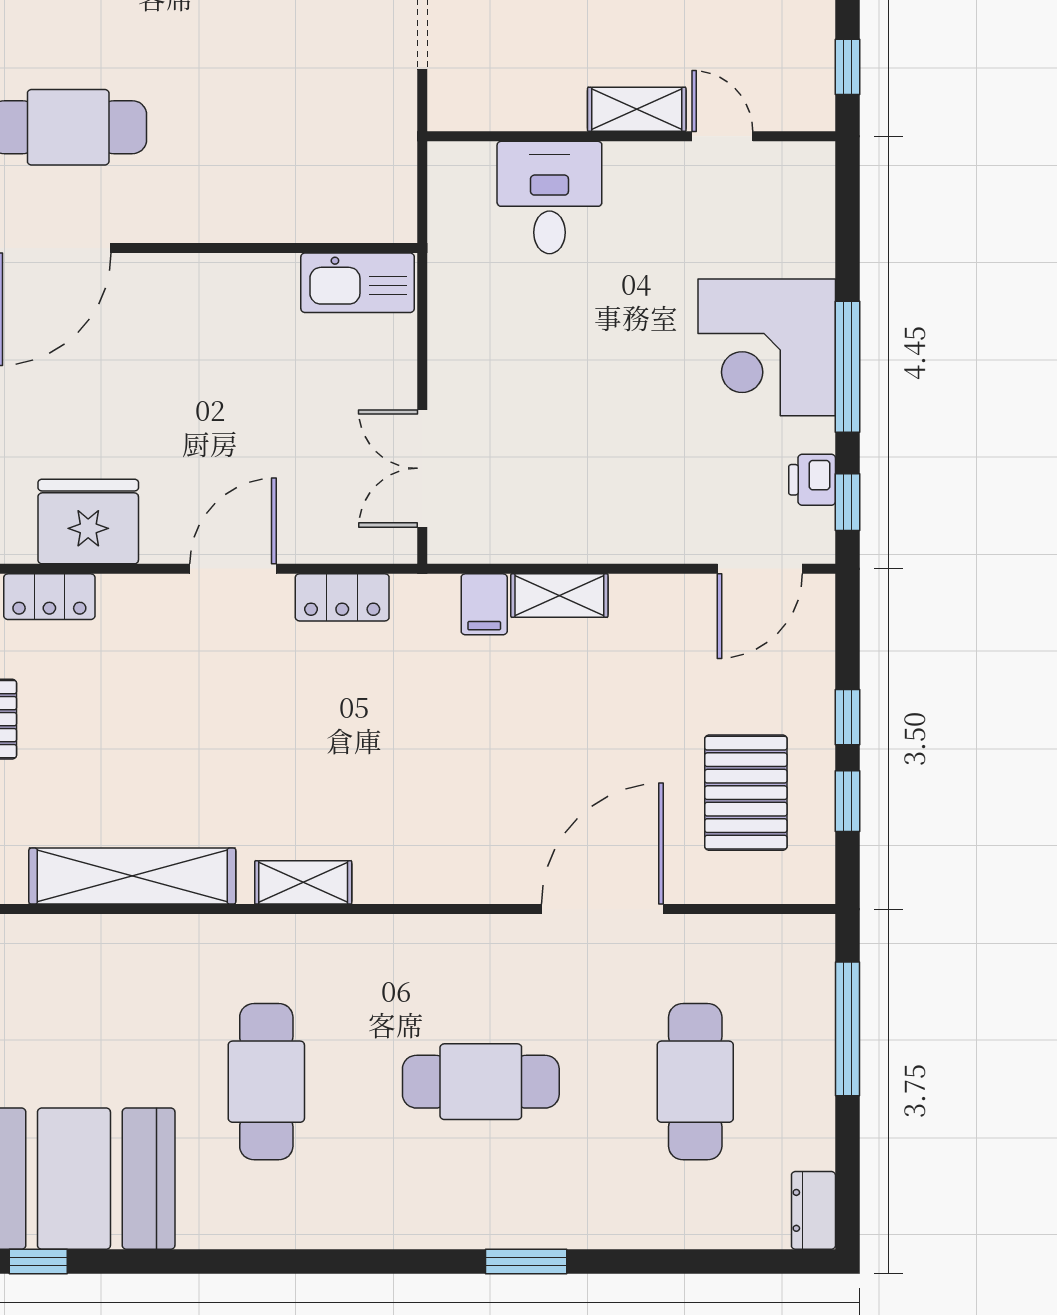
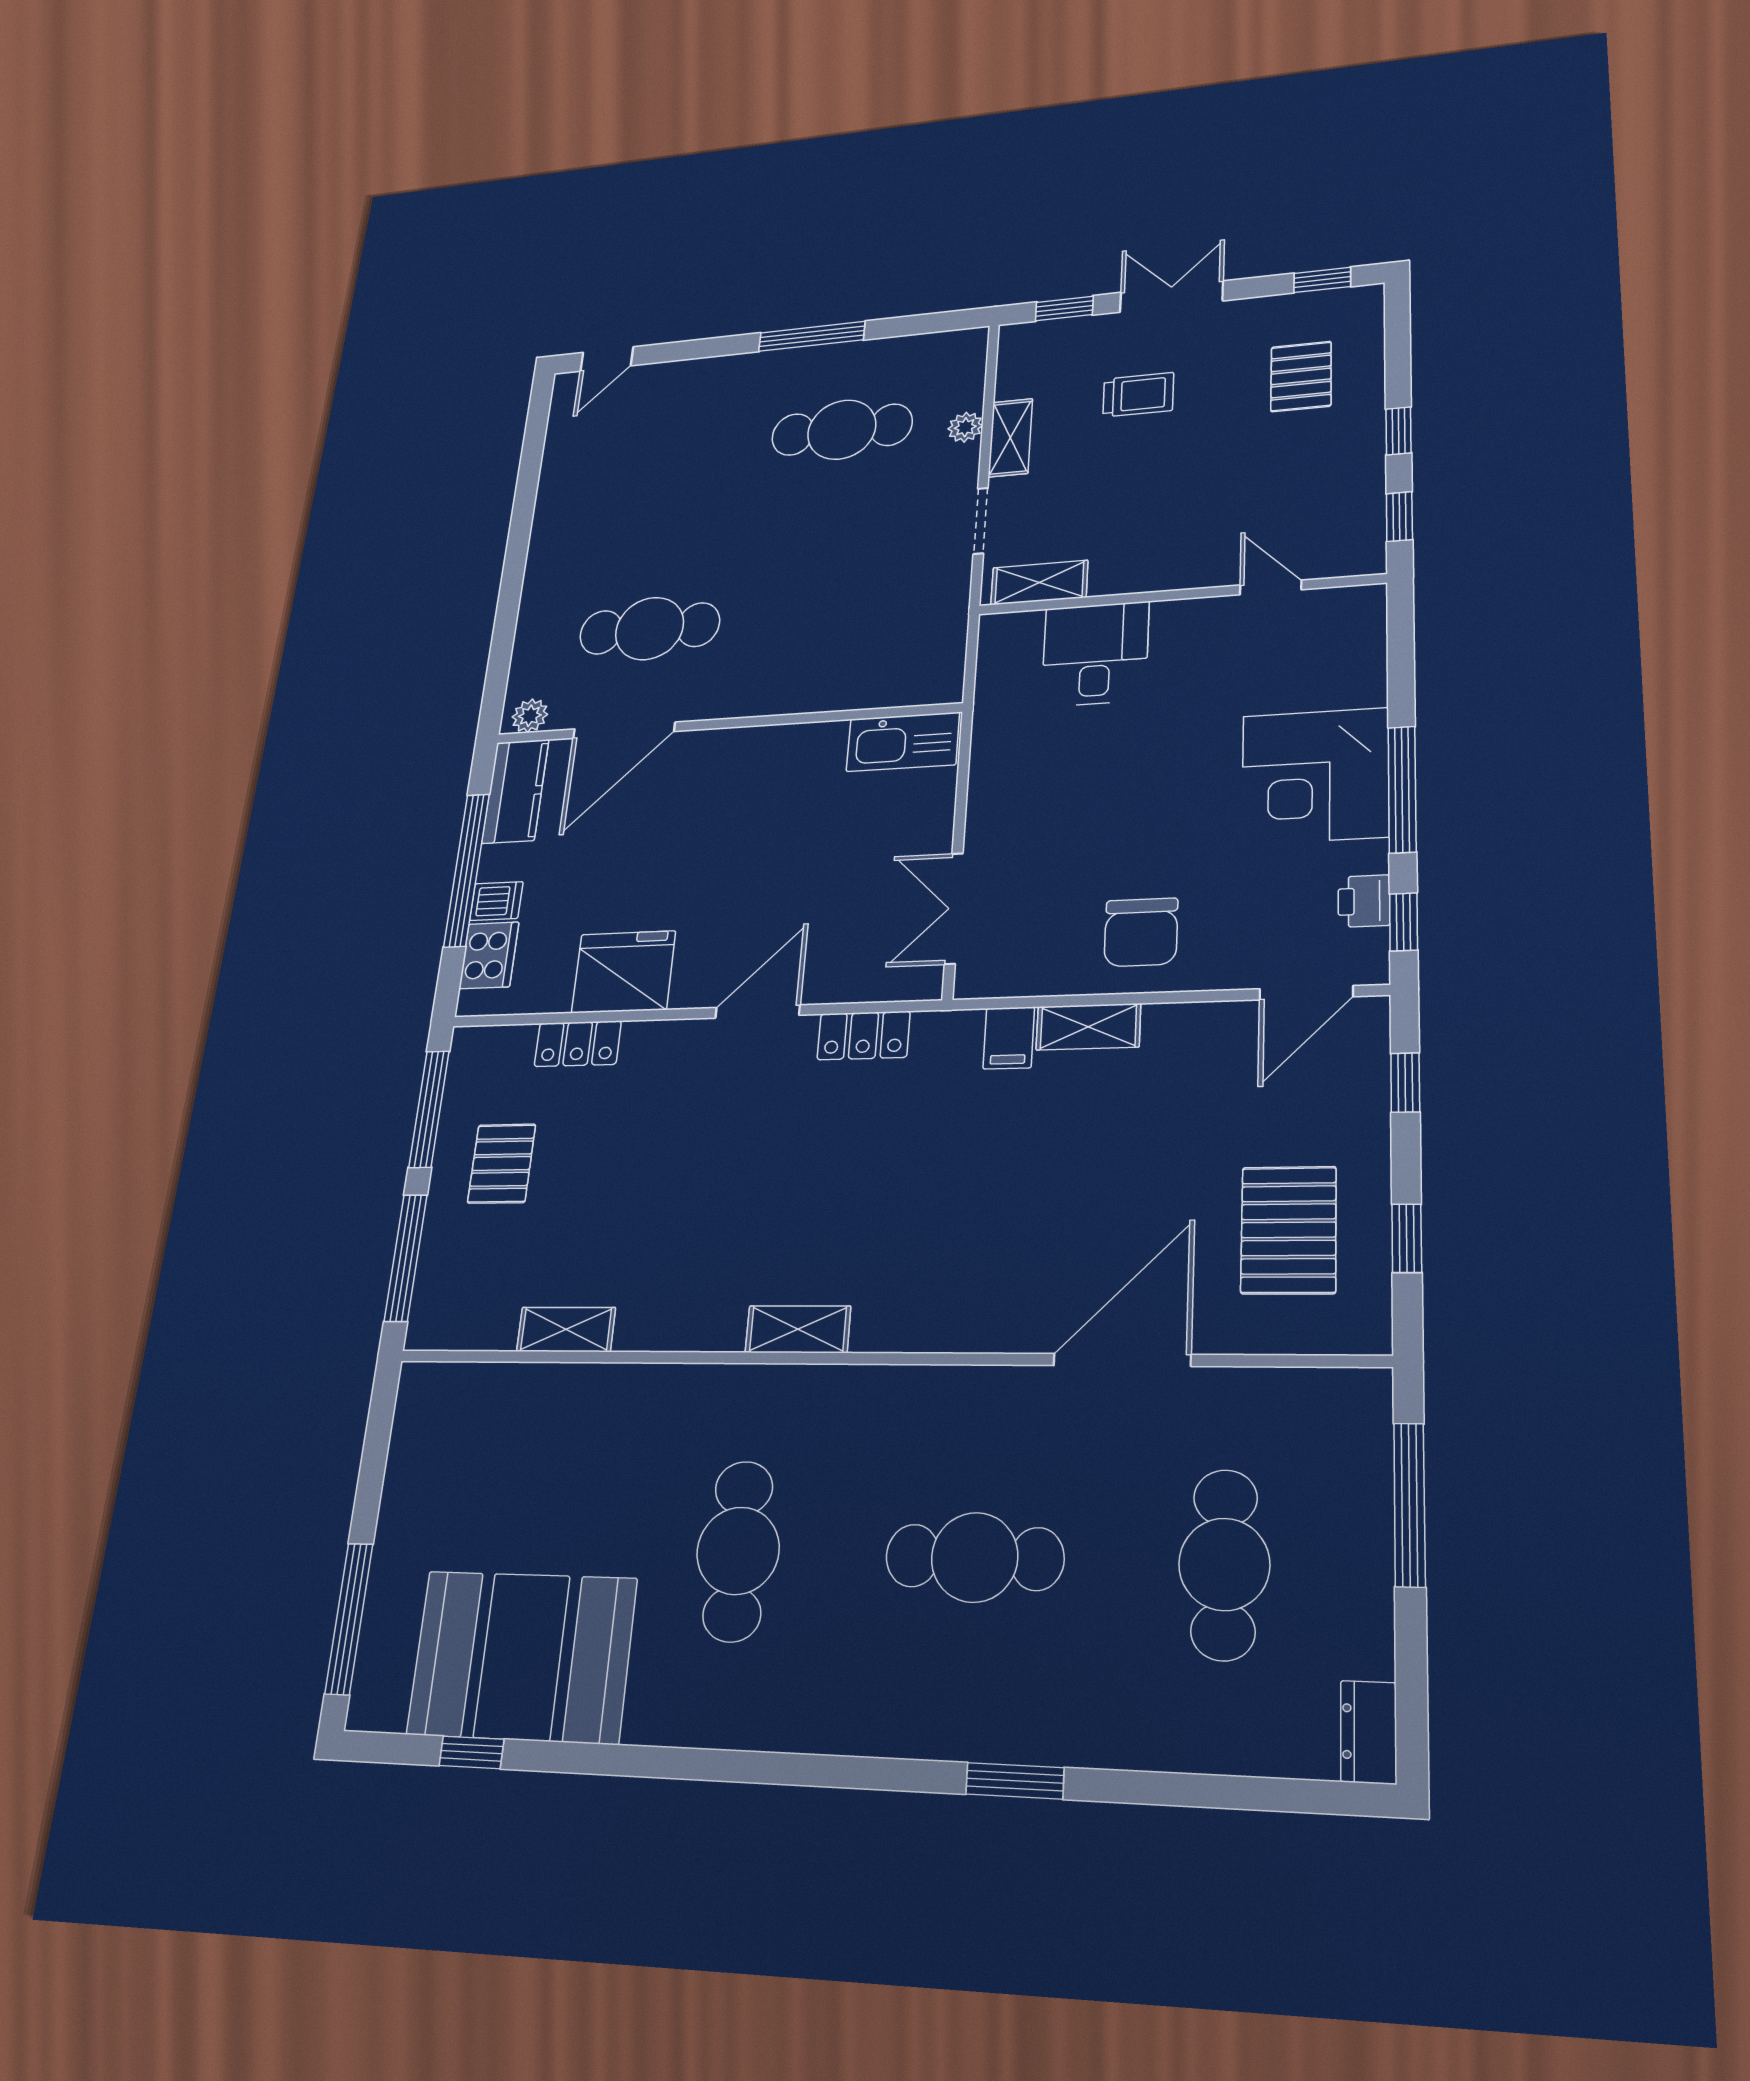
shelving: (637, 109) -> (1039, 583), moved
chair: (606, 502) -> (1141, 932), added
window: (847, 717) -> (1405, 1083), moved
shelving: (132, 876) -> (566, 1329), width x0.45, depth x0.75

